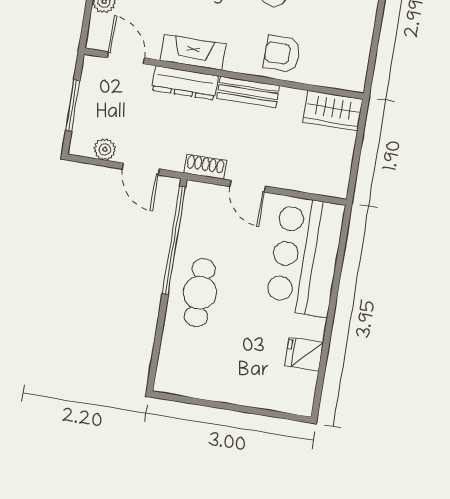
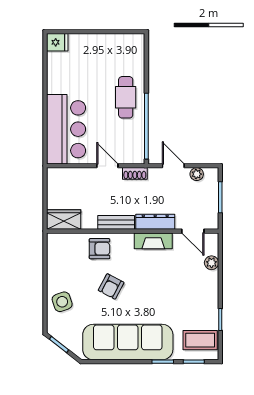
fridge: (304, 354) -> (57, 42), moved

